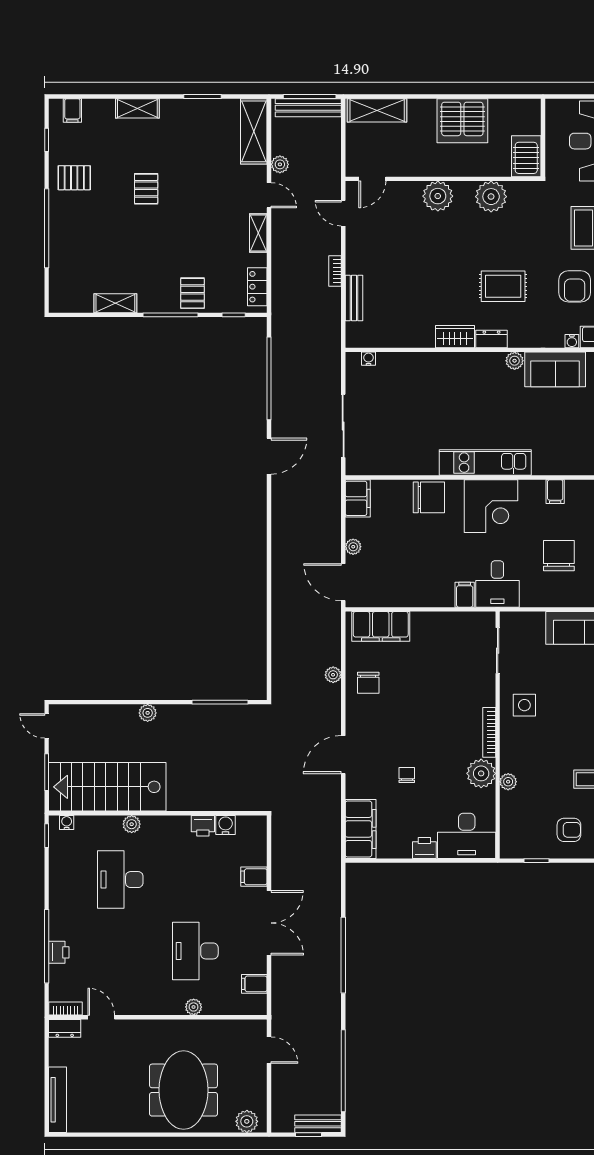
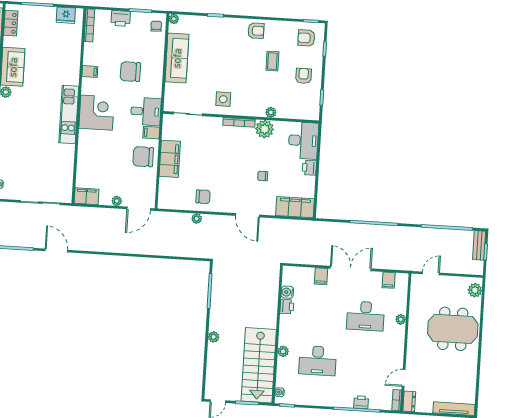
chair: (429, 497) -> (143, 157), moved, turned -90
filing cabinet: (381, 626) -> (170, 159), moved

